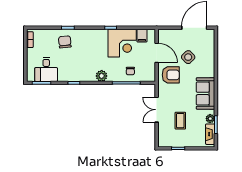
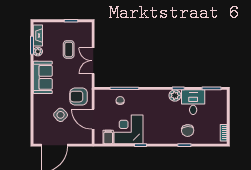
desk: (46, 69) -> (193, 102), moved
plant: (102, 76) -> (175, 95), moved
double door: (157, 110) -> (93, 61), swing flipped

